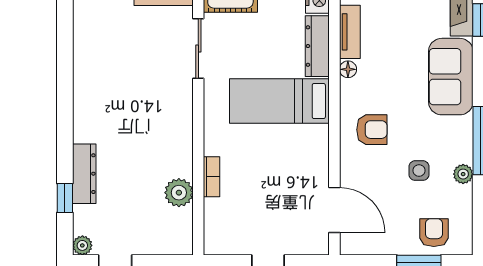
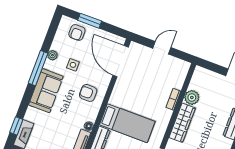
sofa: (451, 77) -> (46, 91), moved
wardrobe: (179, 140) -> (182, 123), added
door: (334, 210) -> (121, 61), width x1.36

